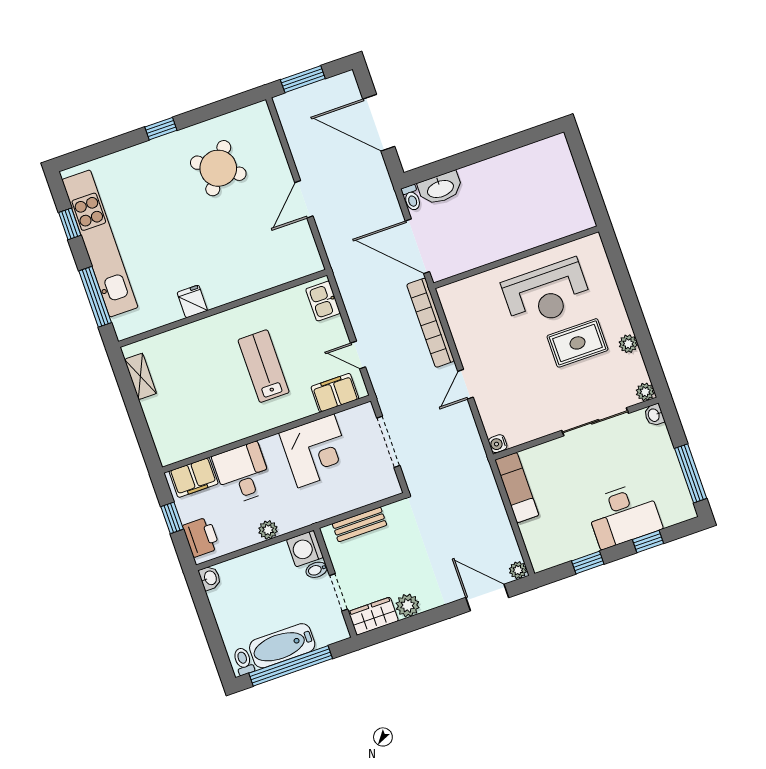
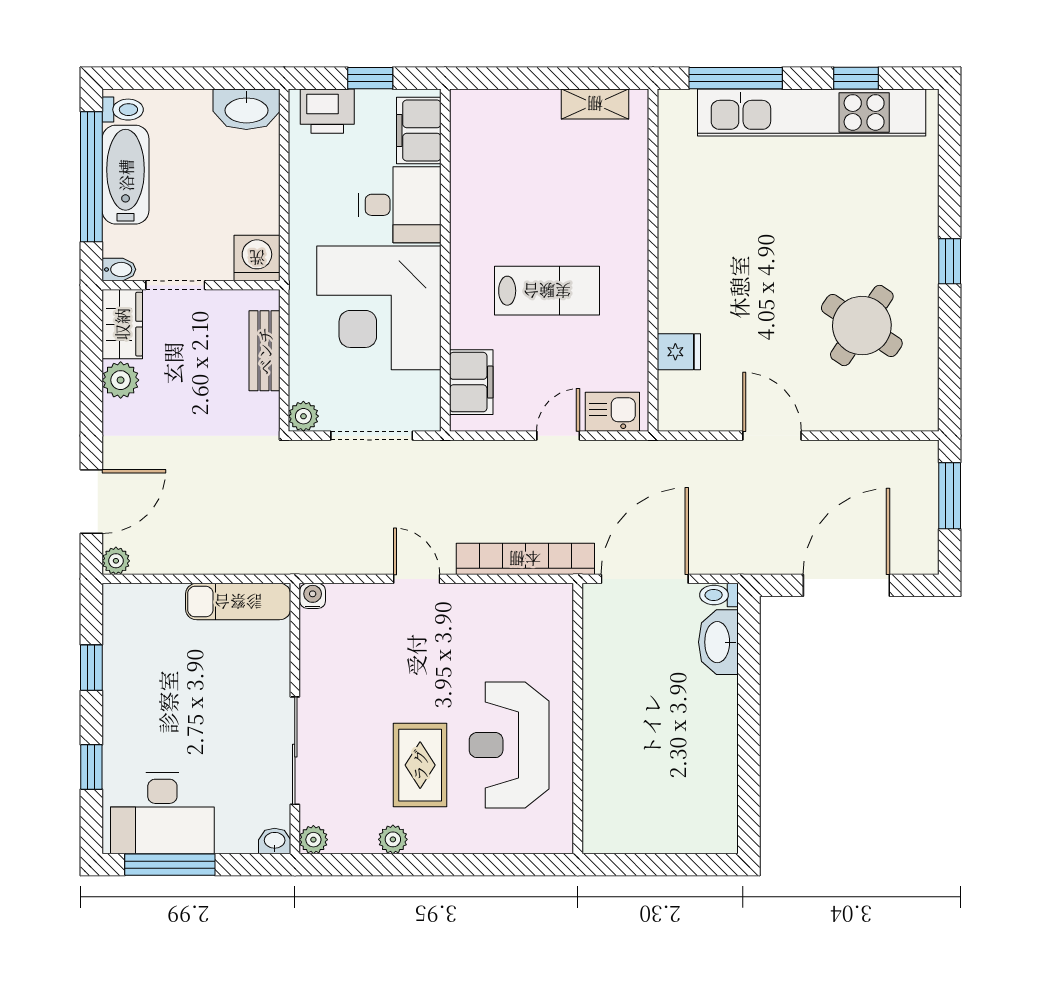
fridge: (192, 301) -> (679, 352), moved
door: (358, 355) -> (558, 436), moved
corner desk: (316, 451) -> (379, 308), width x1.36, depth x1.36
desk: (624, 515) -> (162, 813), moved, turned -90
plant: (268, 530) -> (303, 416), moved
bidet: (316, 570) -> (119, 269), moved, turned 90
washbasin: (210, 578) -> (246, 109), width x1.91, depth x1.45

